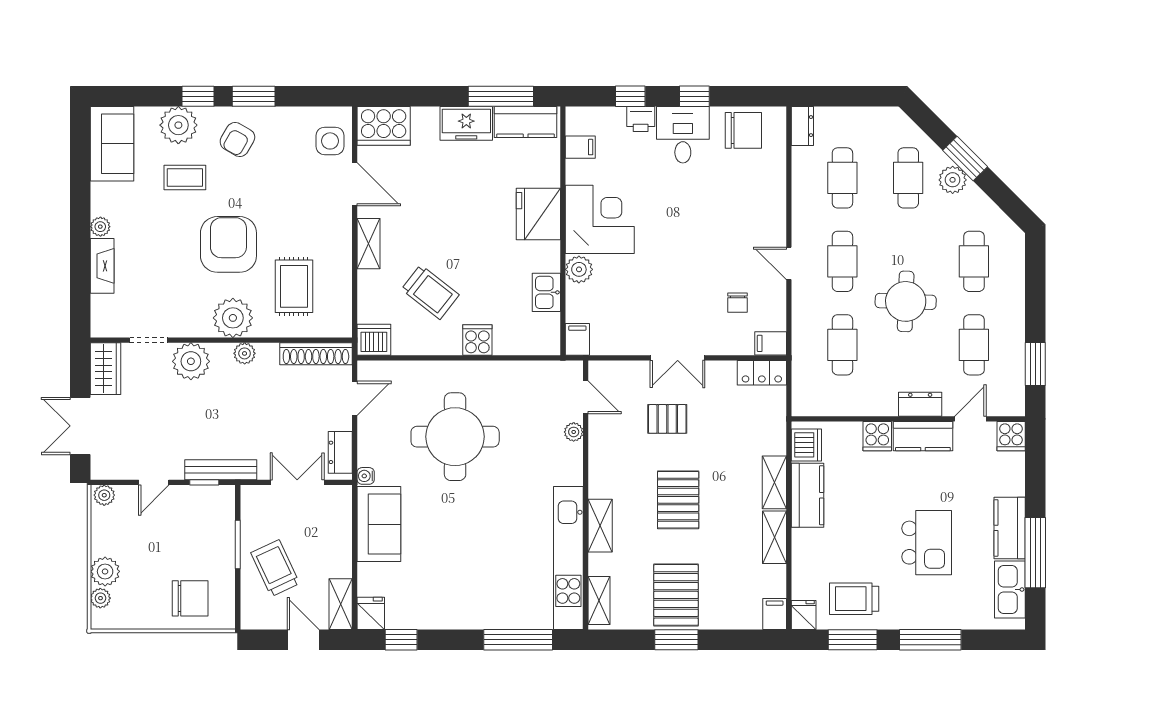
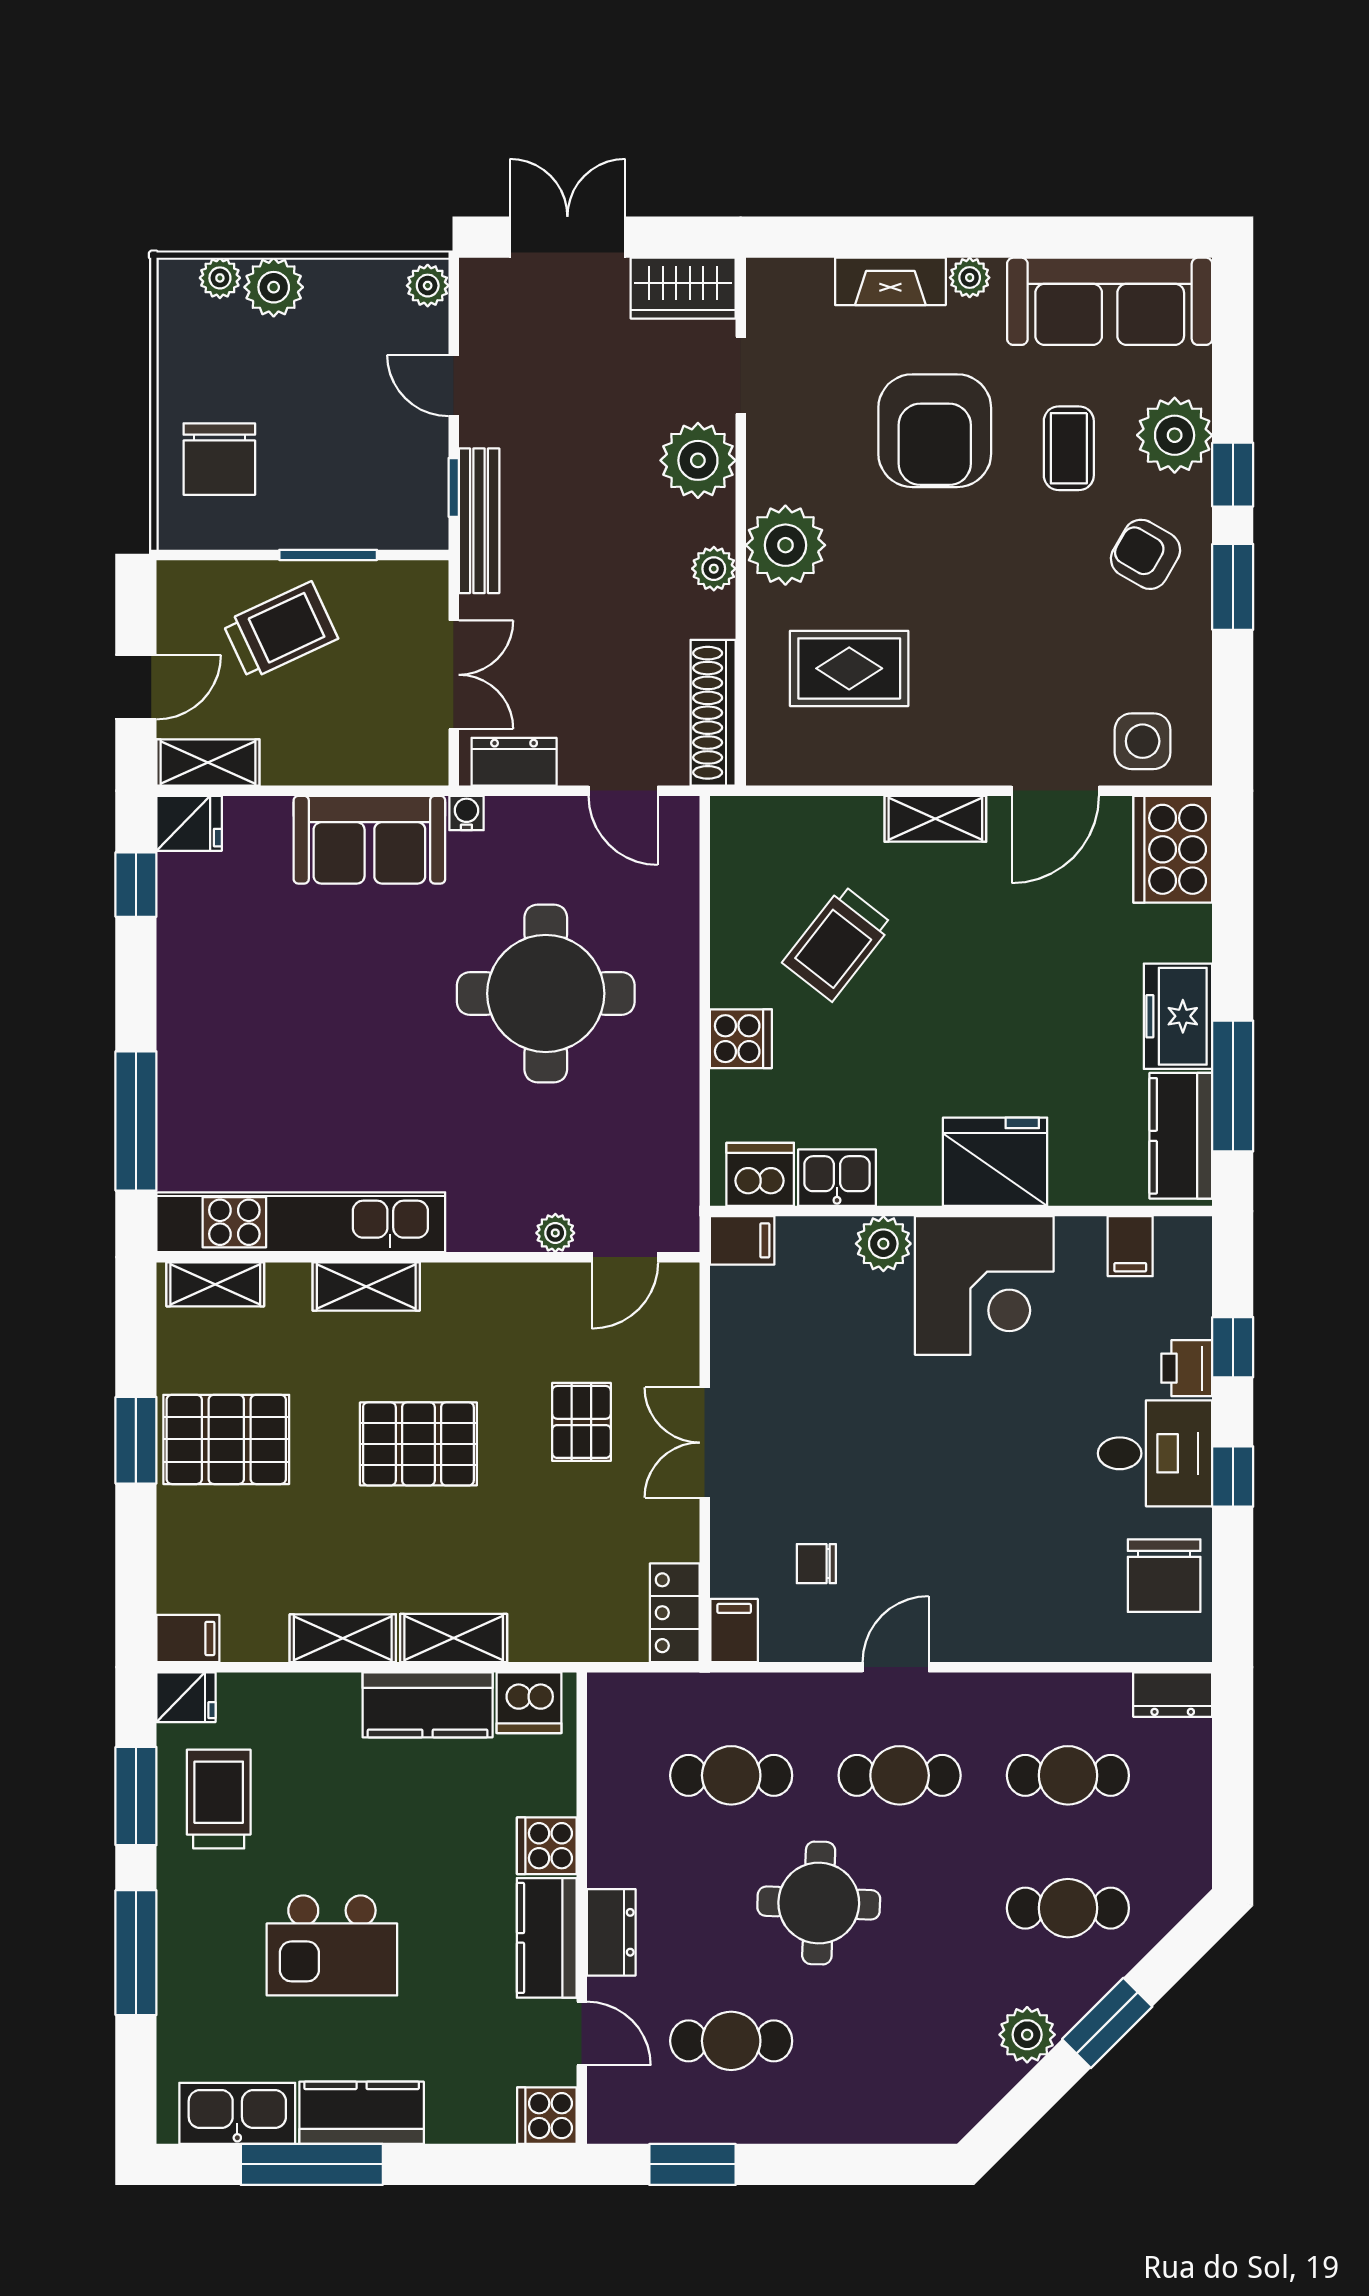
sofa: (112, 144) -> (1110, 301), width x1.36
plant: (953, 180) -> (1027, 2035), moved
armchair: (228, 244) -> (935, 431), moved, turned 90
cafe table: (974, 261) -> (900, 2041), removed
dishwasher: (374, 340) -> (760, 1174), moved, turned -90

